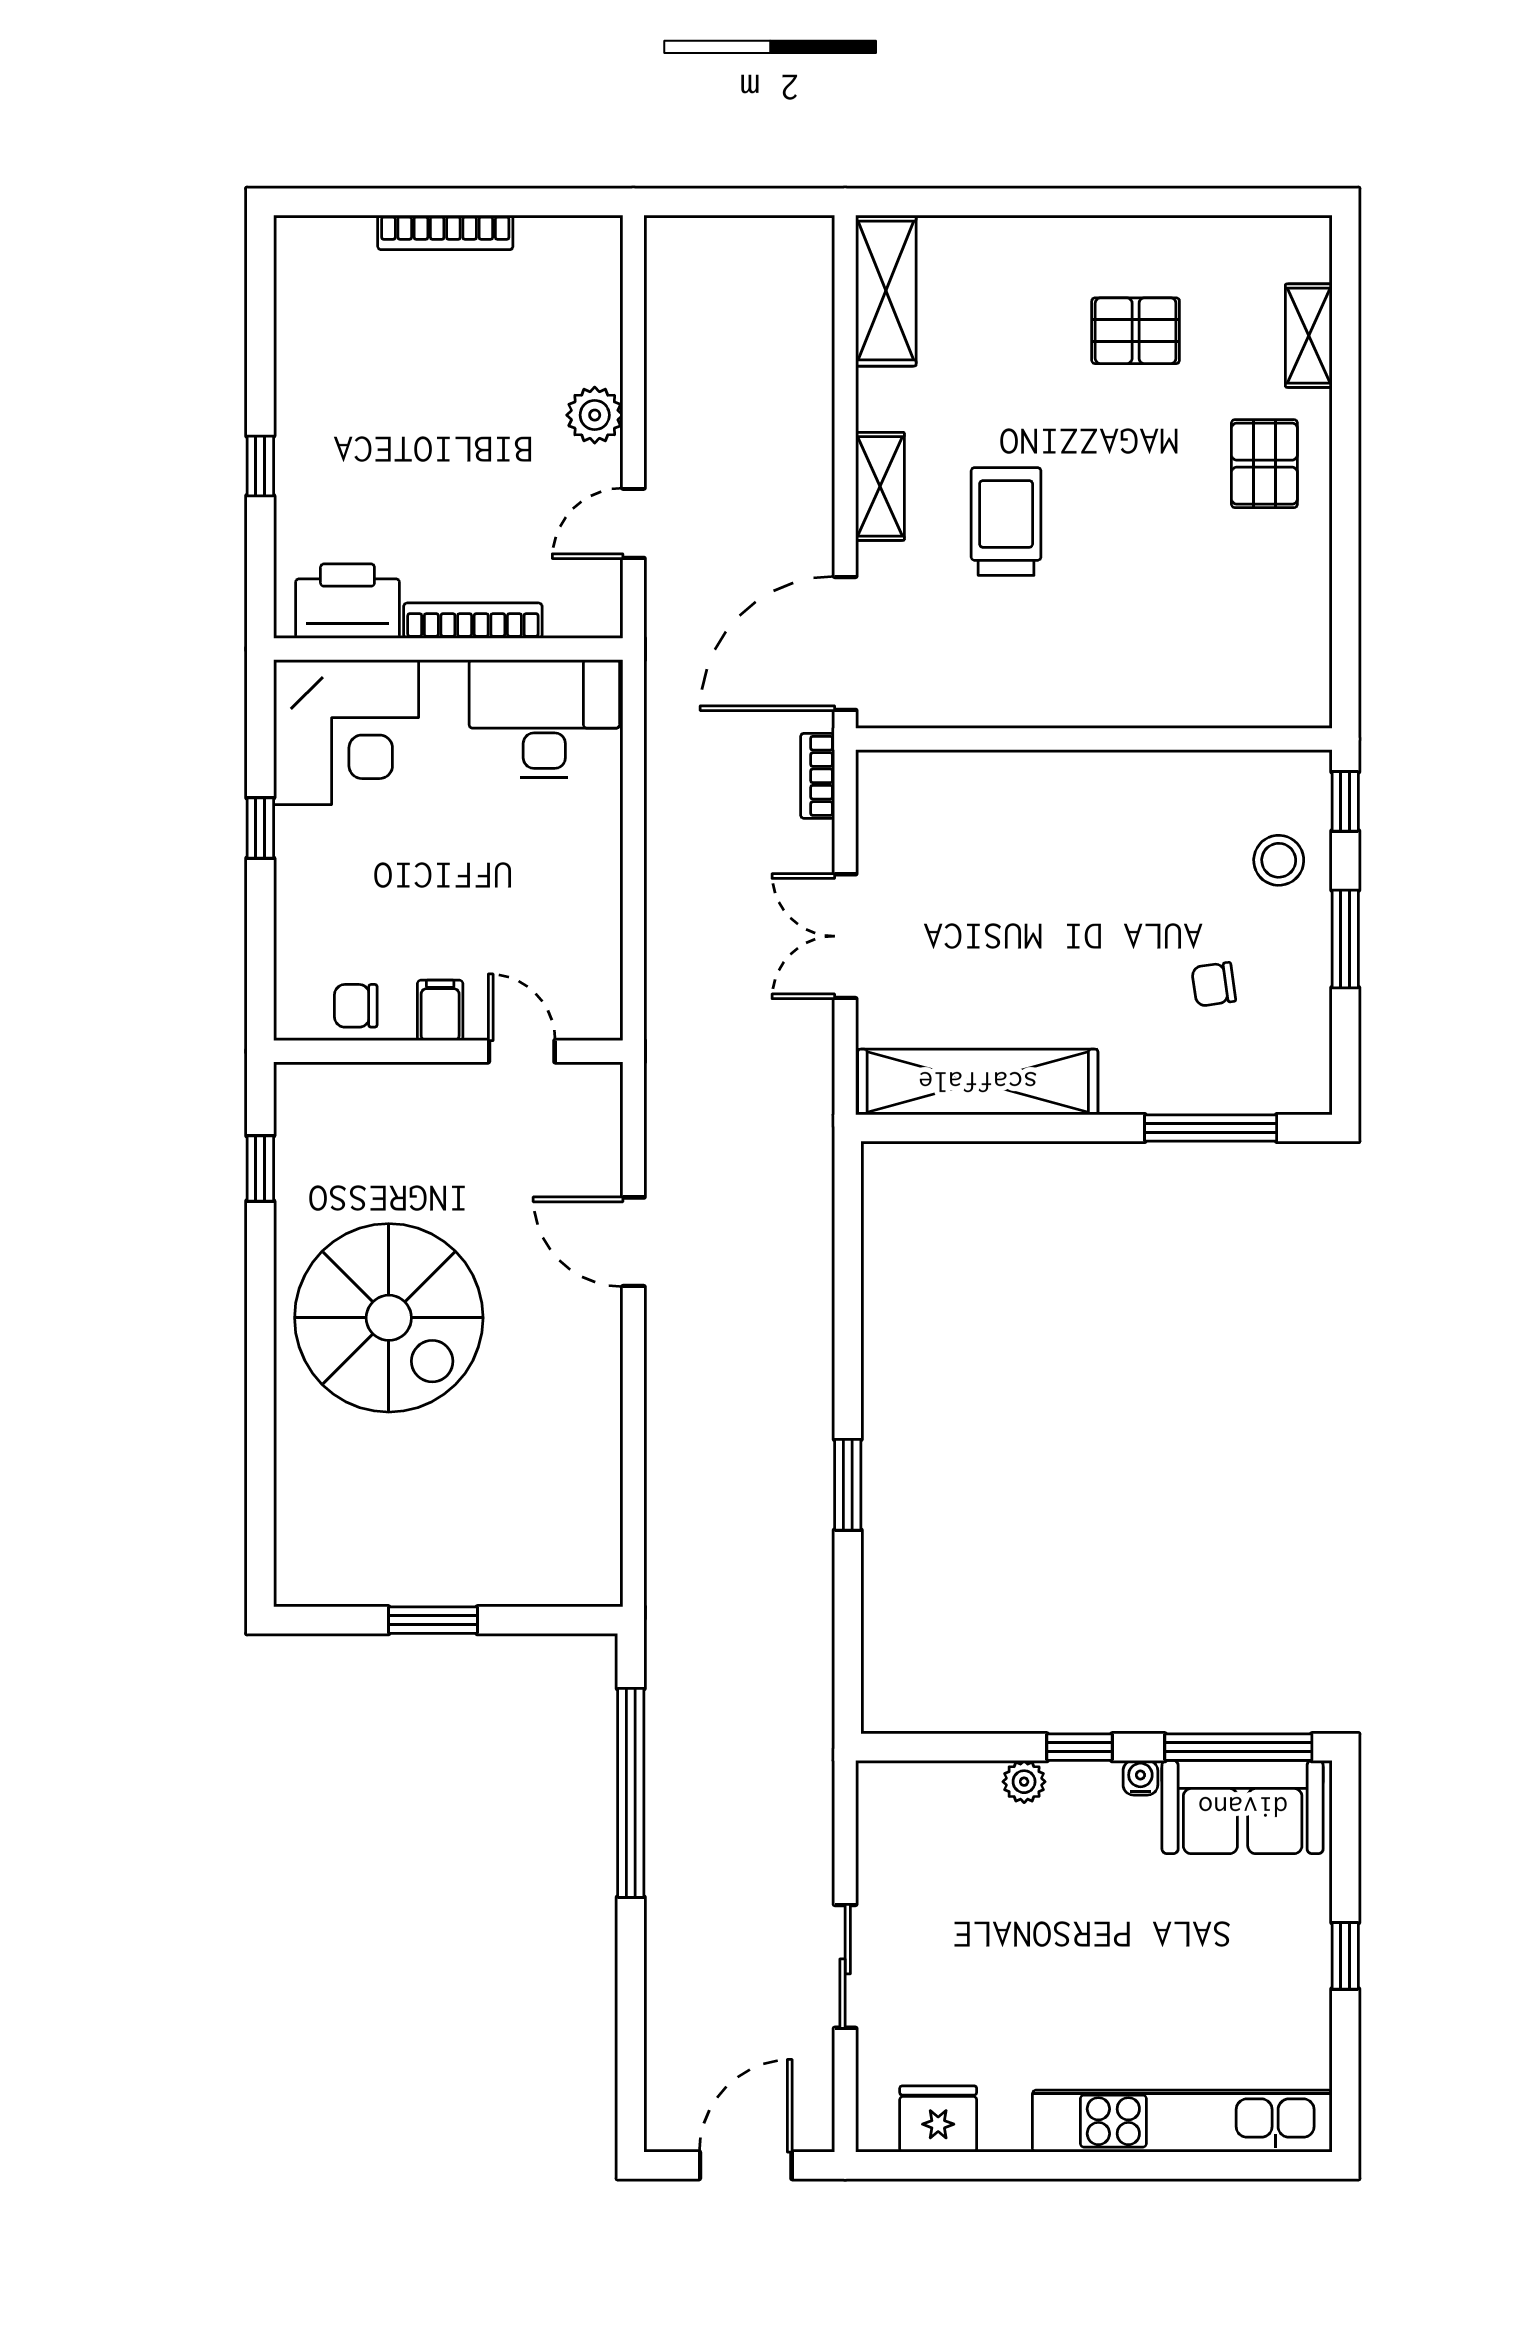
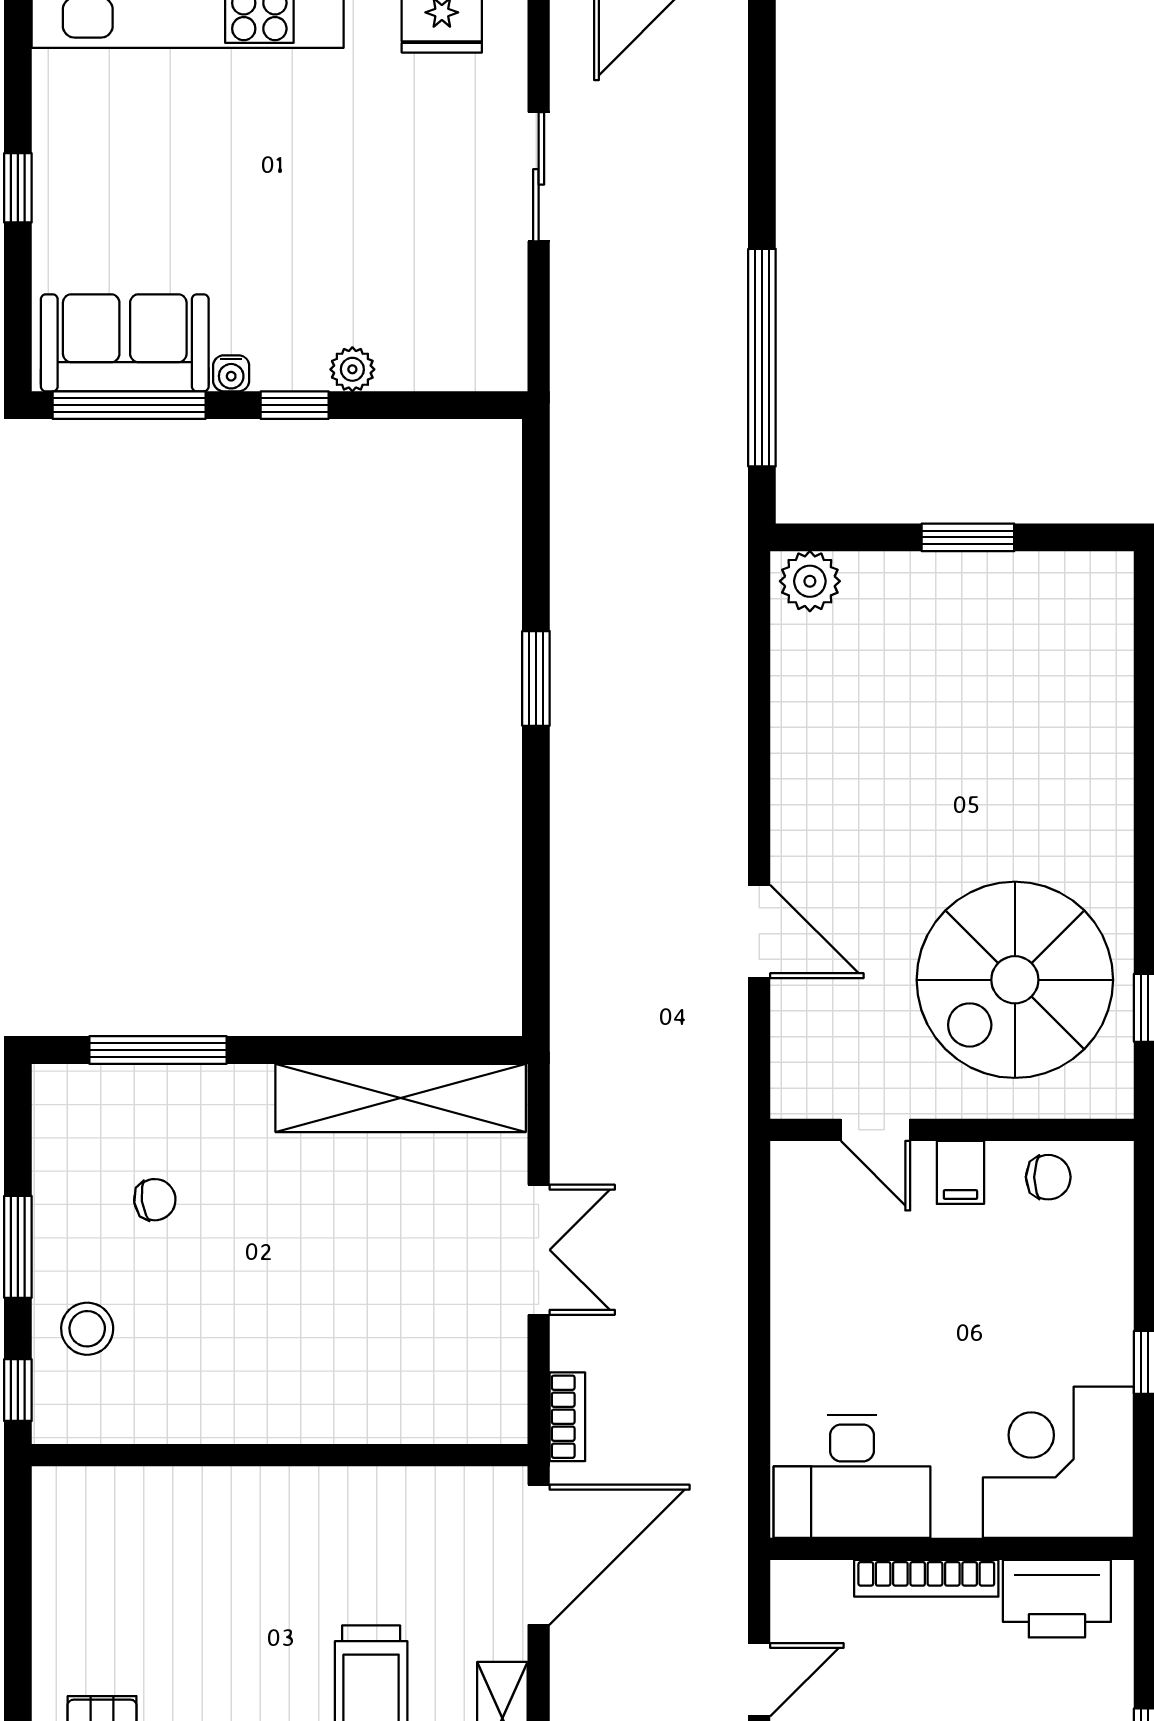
spiral stairs: (389, 1318) -> (1015, 980), moved, turned -90
plant: (585, 1578) -> (810, 581), added

